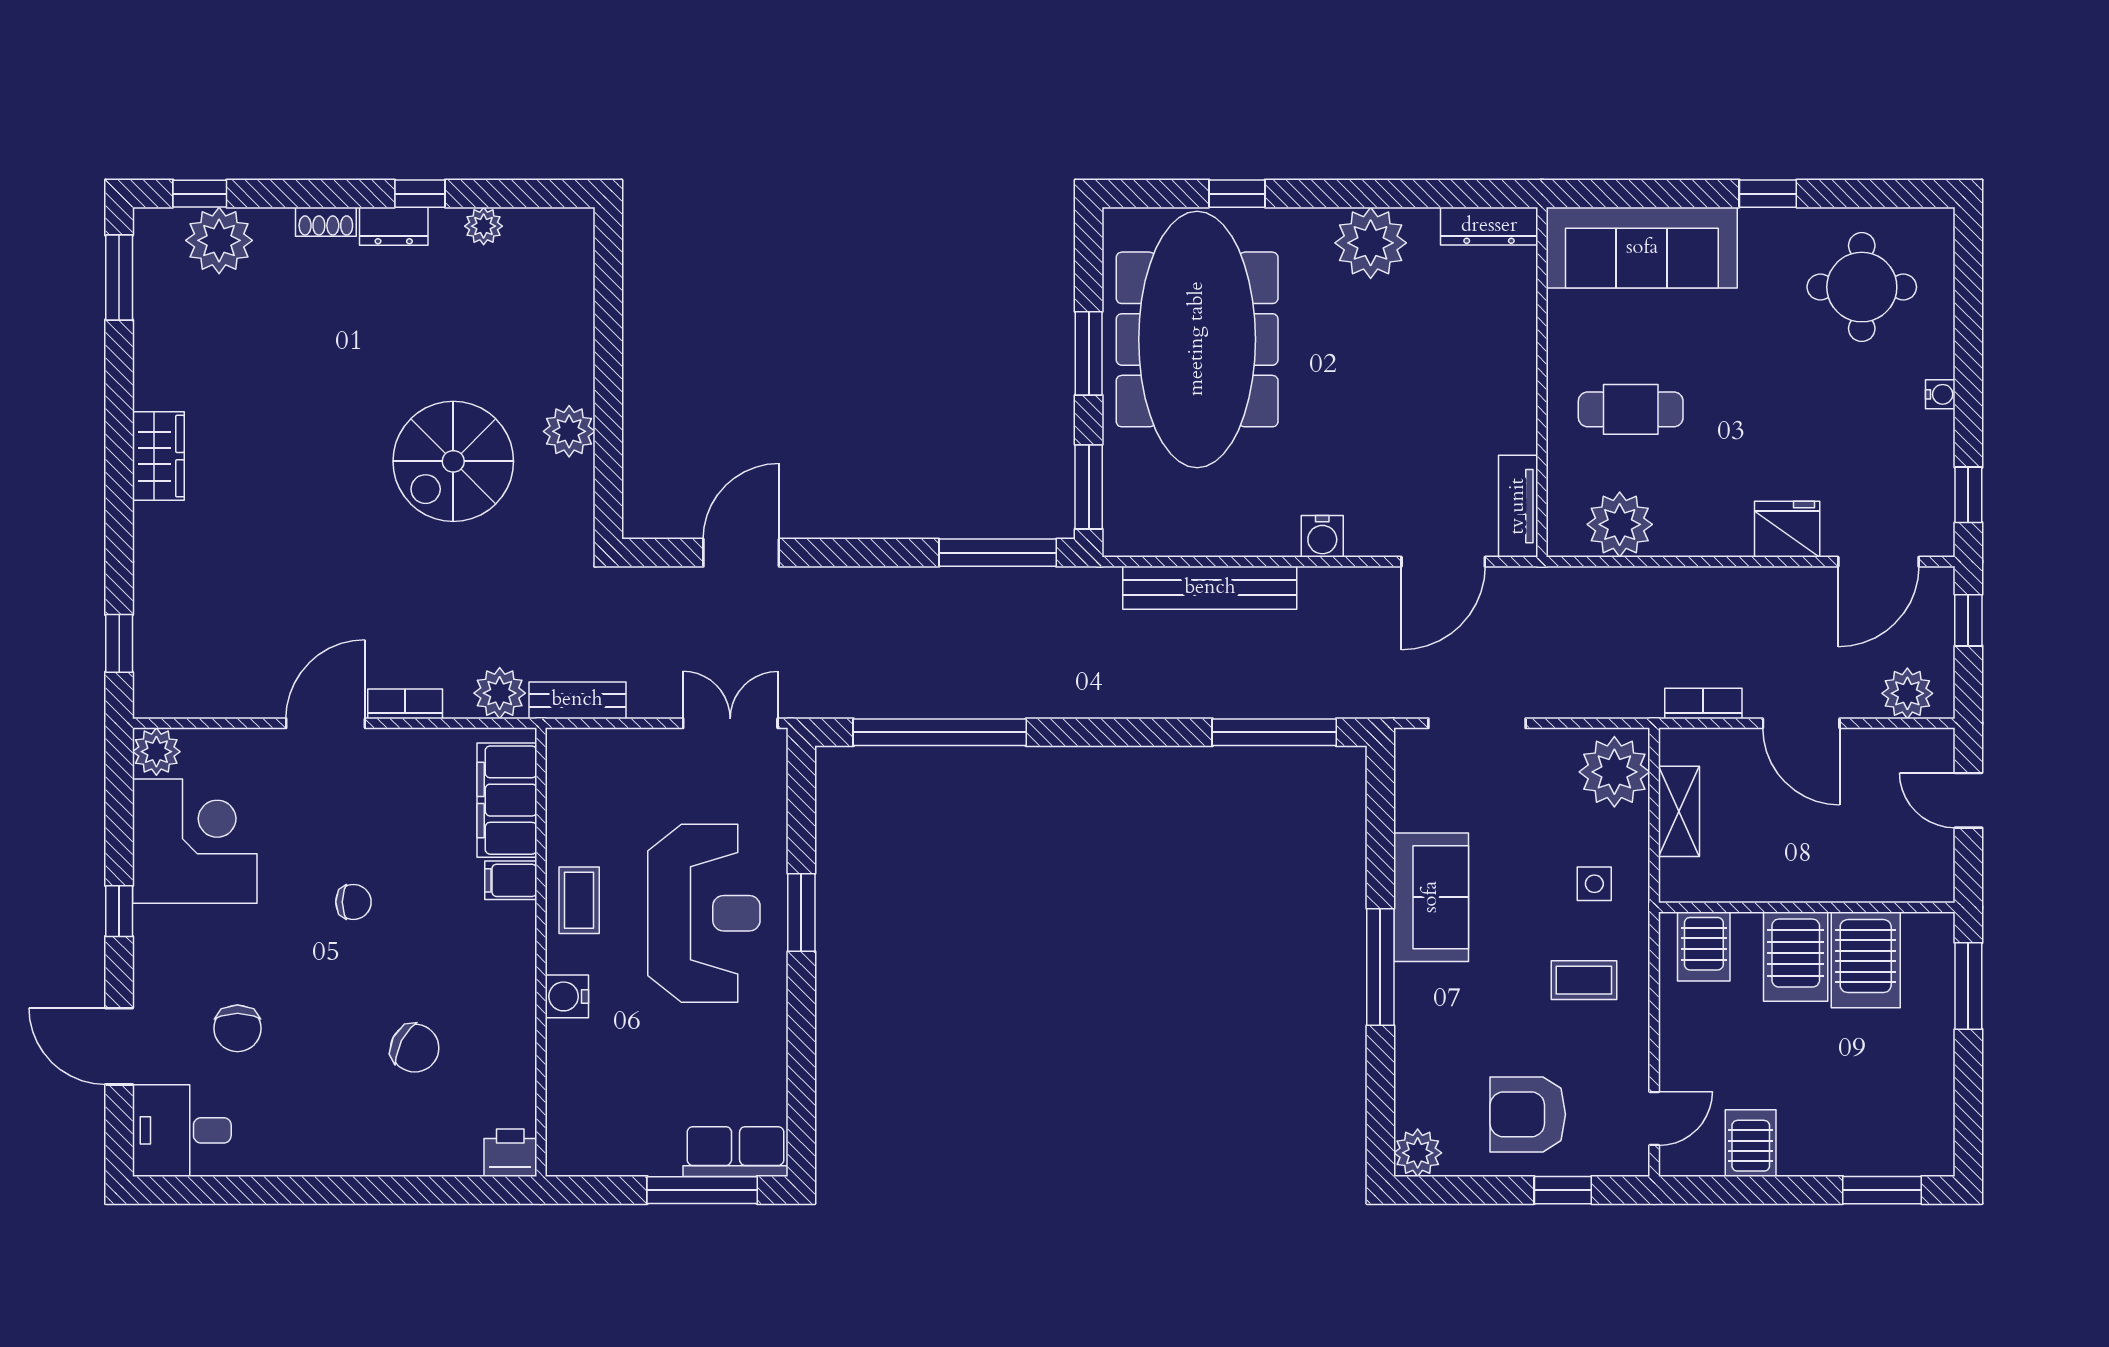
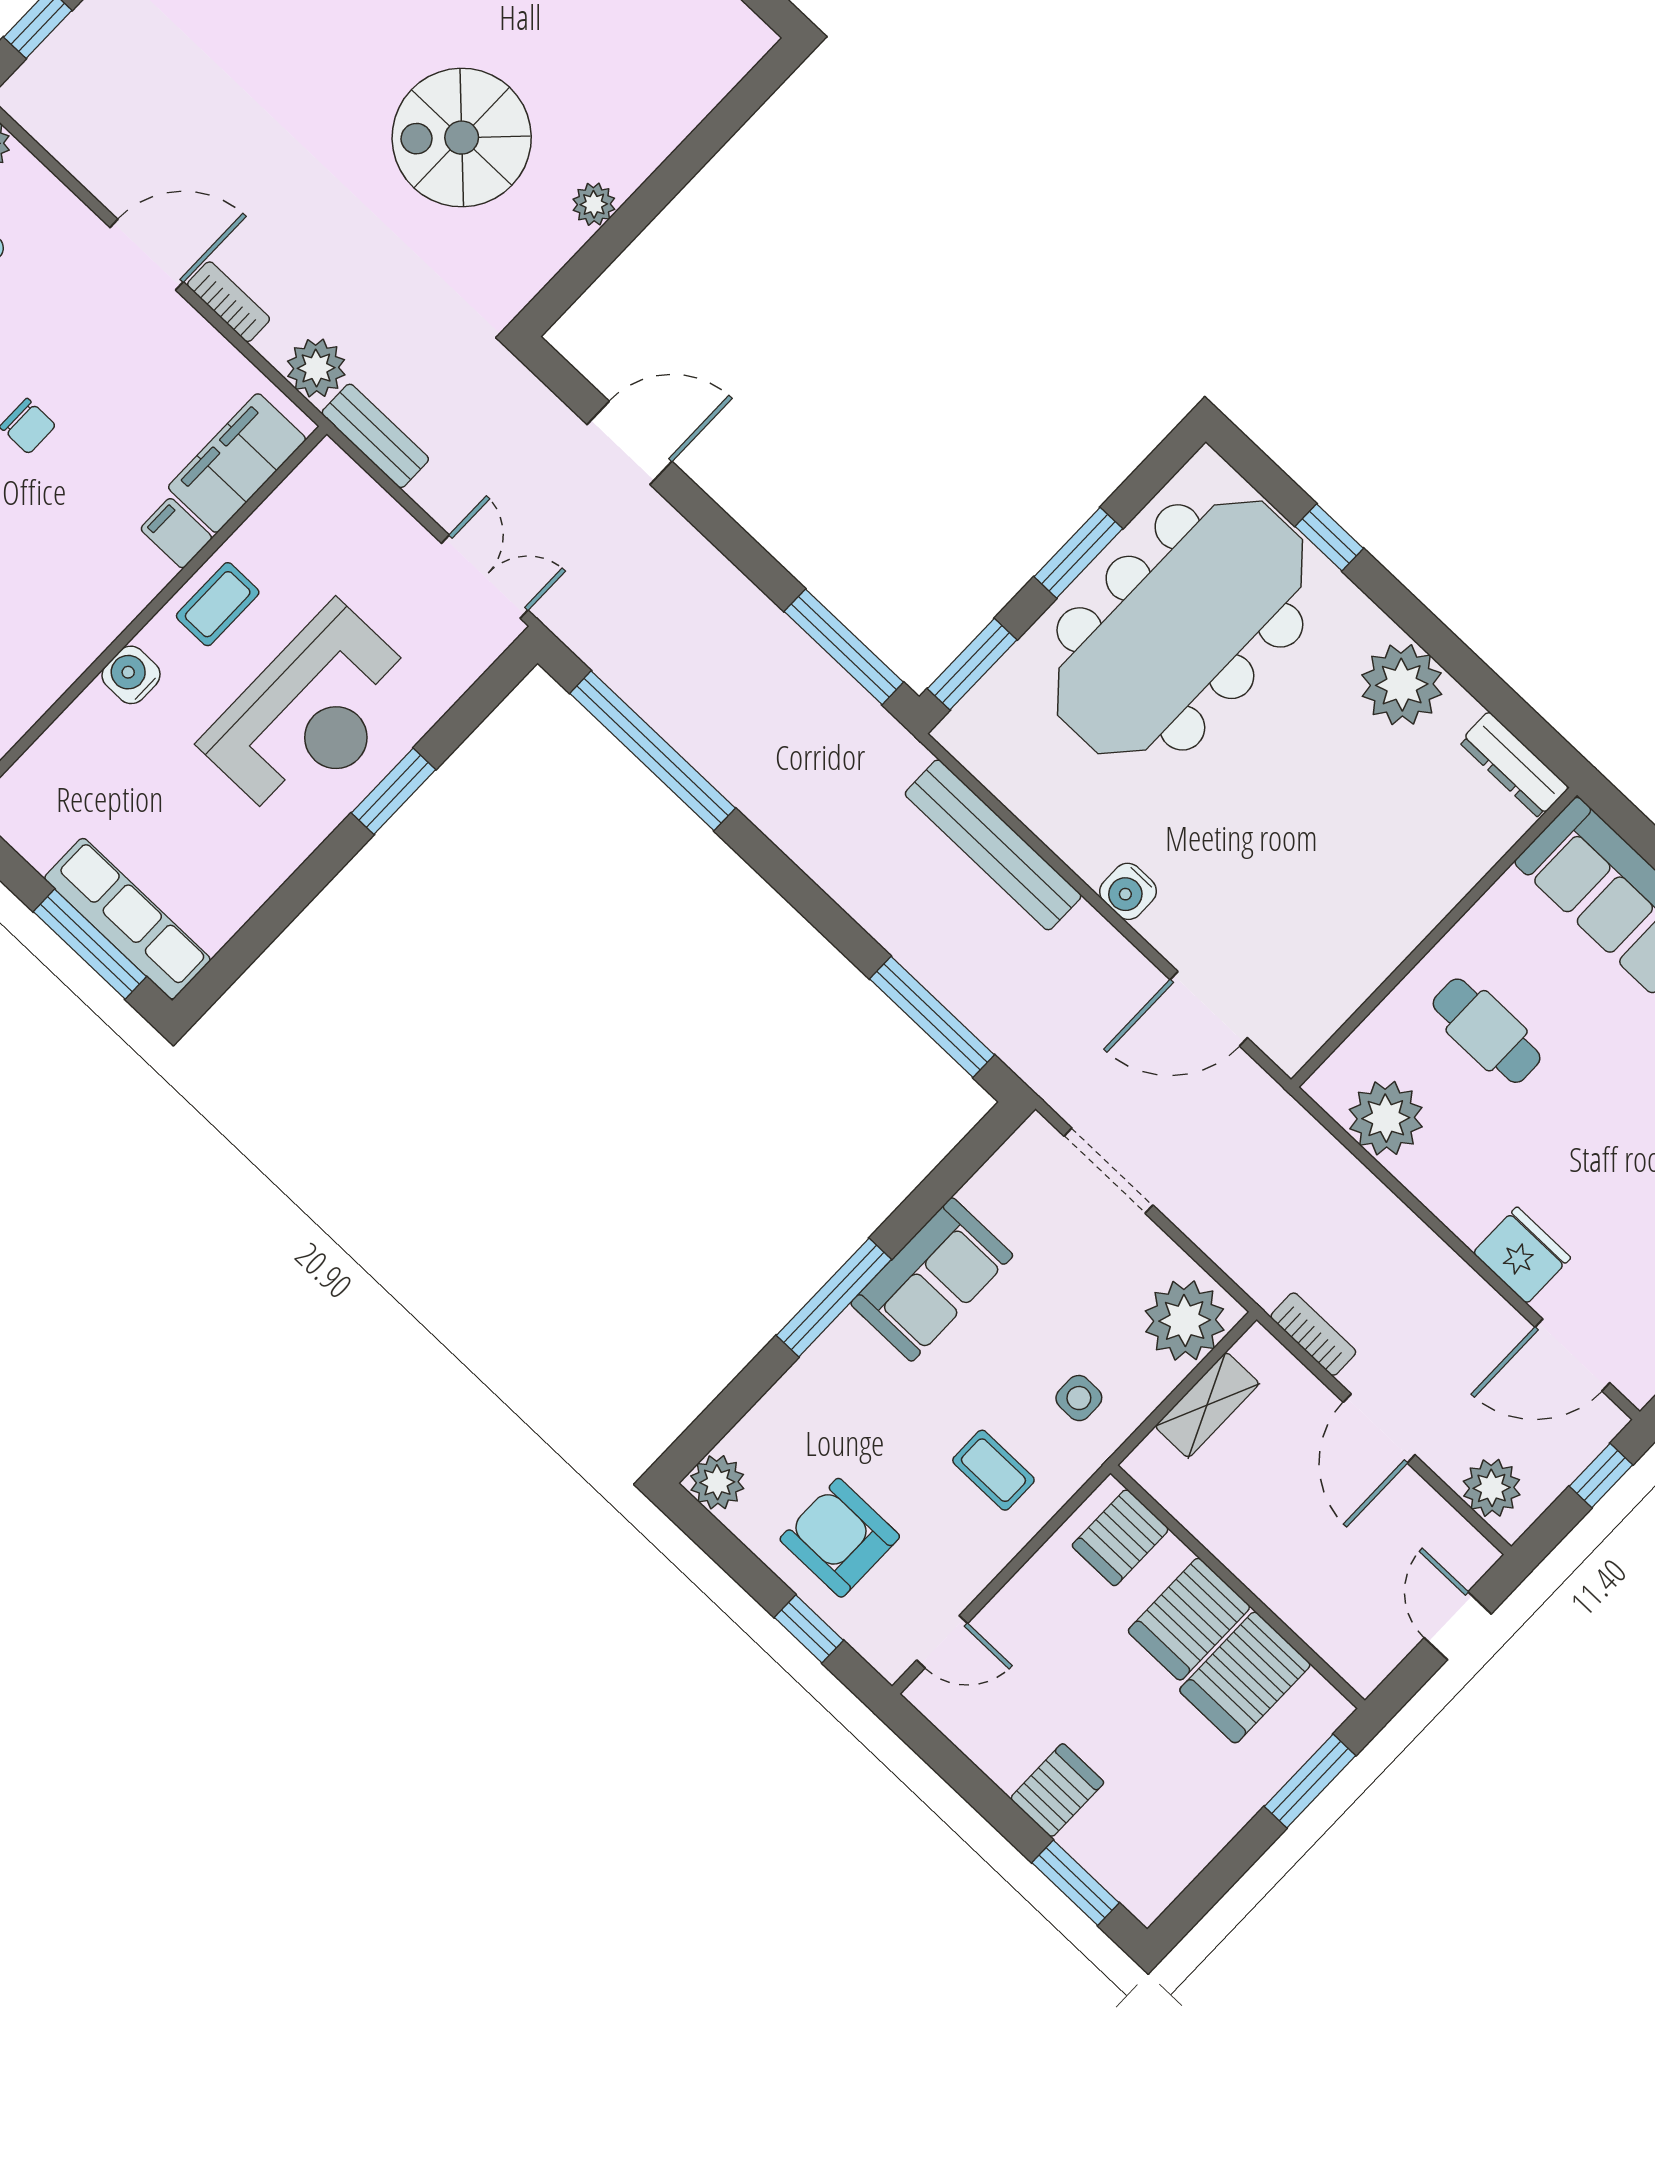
plant: (569, 431) -> (594, 204), width x0.73, depth x0.73
tv unit: (1518, 506) -> (1315, 1022), removed
server rack: (1751, 1143) -> (1057, 1790), moved
row of seats: (736, 1152) -> (127, 919), width x1.48

